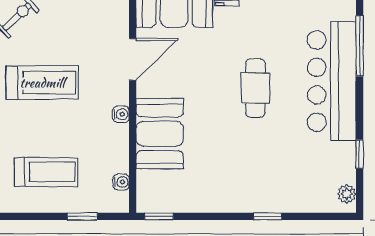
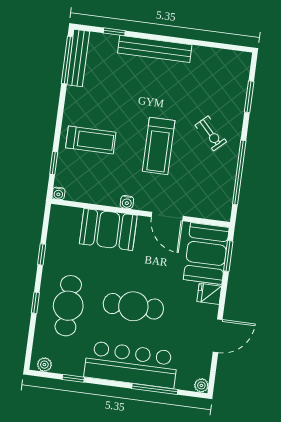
cafe table: (255, 88) -> (133, 306), width x1.37, depth x1.35
treadmill: (46, 172) -> (91, 140), turned -90
cafe table: (266, 173) -> (68, 306), added
water cooler: (121, 182) -> (58, 193), moved
window: (159, 216) -> (42, 254), moved

